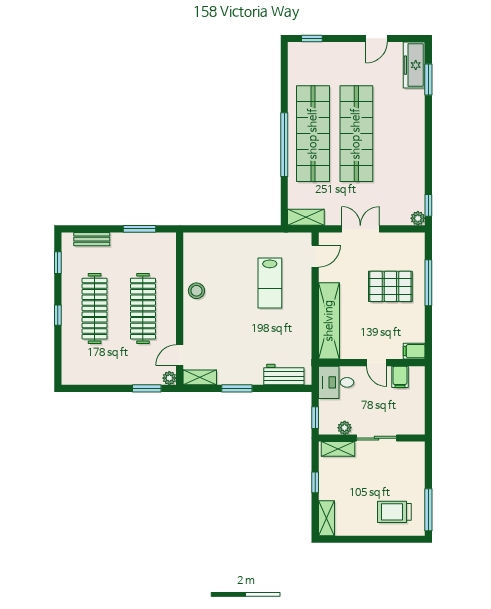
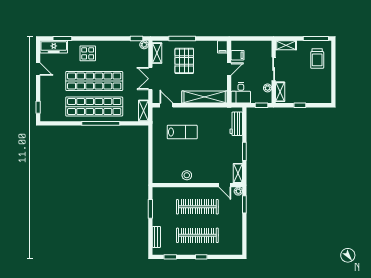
display table: (403, 123) -> (88, 53), added
shelving: (404, 240) -> (157, 53), added
shelving: (326, 518) -> (286, 45), moved

